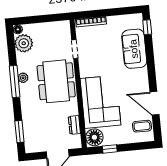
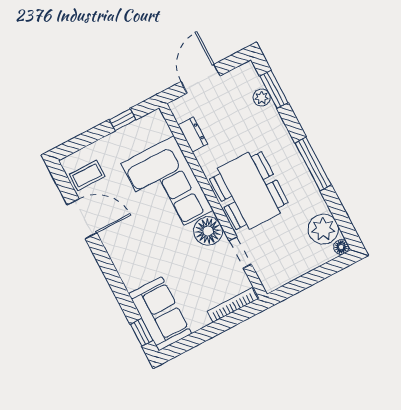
sofa: (134, 49) -> (160, 314), moved
plant: (23, 78) -> (262, 98), moved
floor lamp: (94, 137) -> (208, 231), moved

